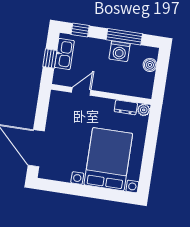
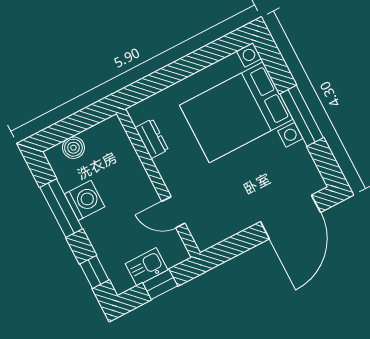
kitchen sink: (64, 54) -> (146, 267), width x0.73
plant: (144, 110) -> (138, 113), removed
window: (83, 191) -> (302, 116), added

